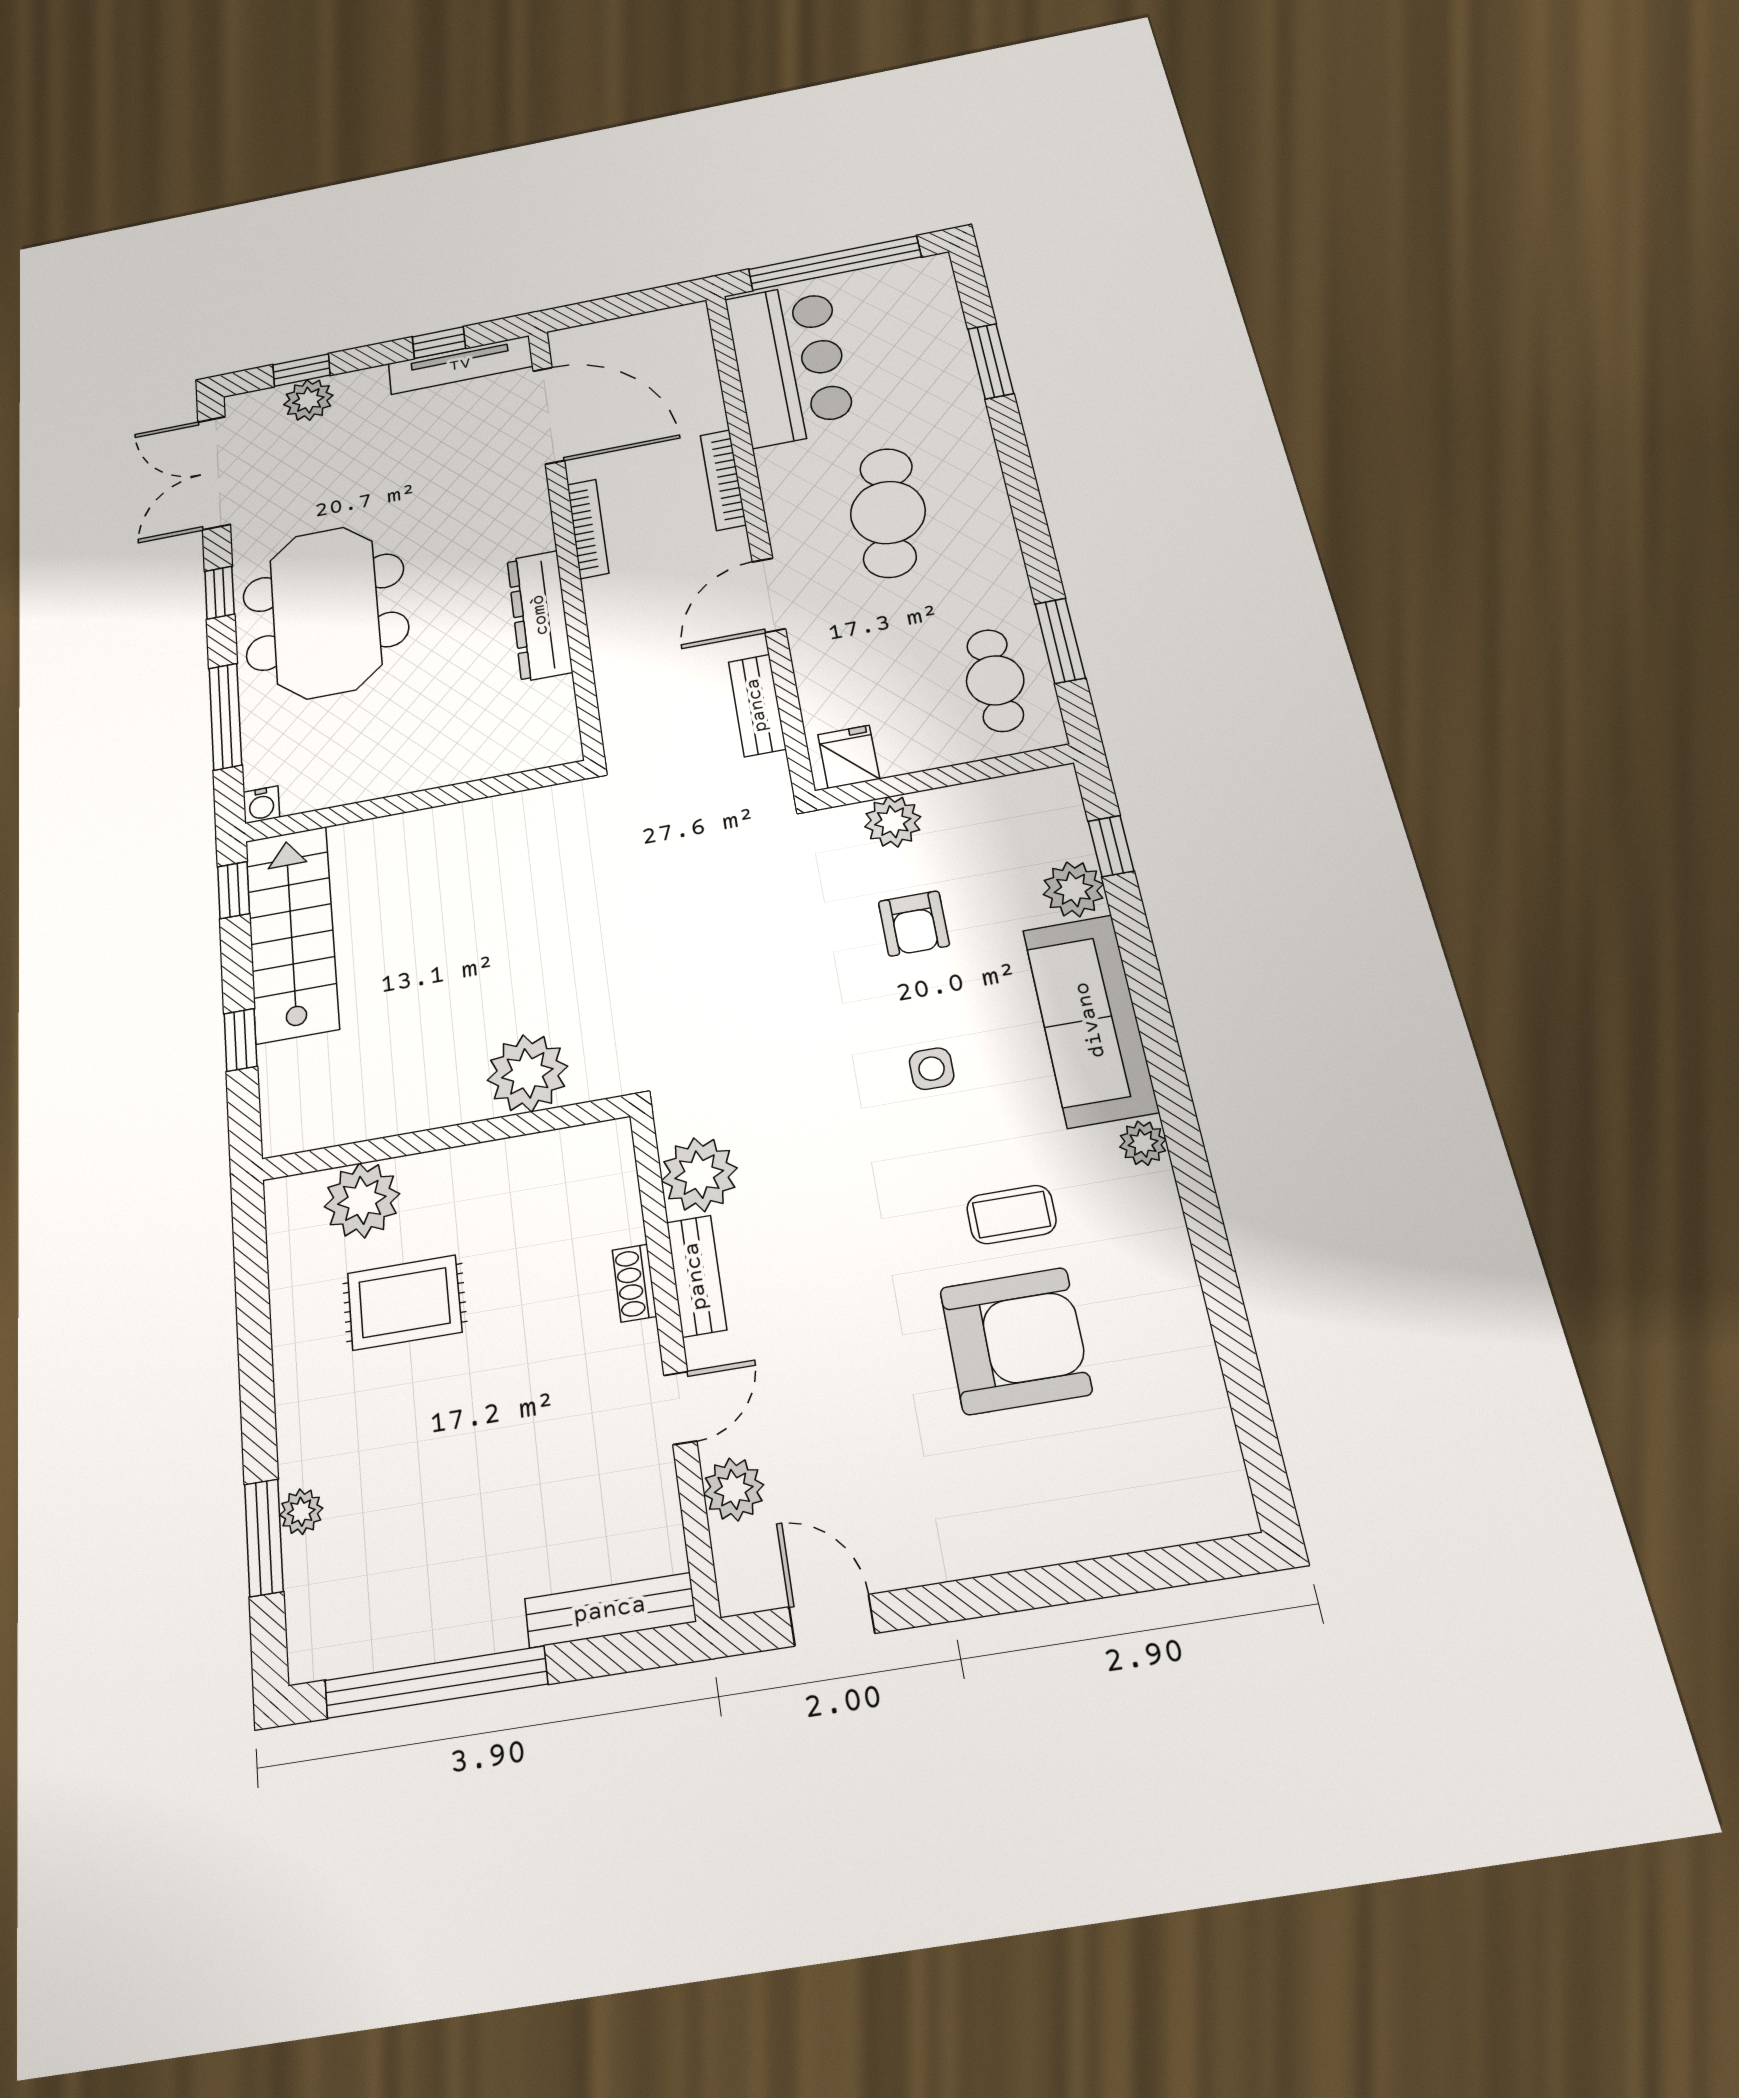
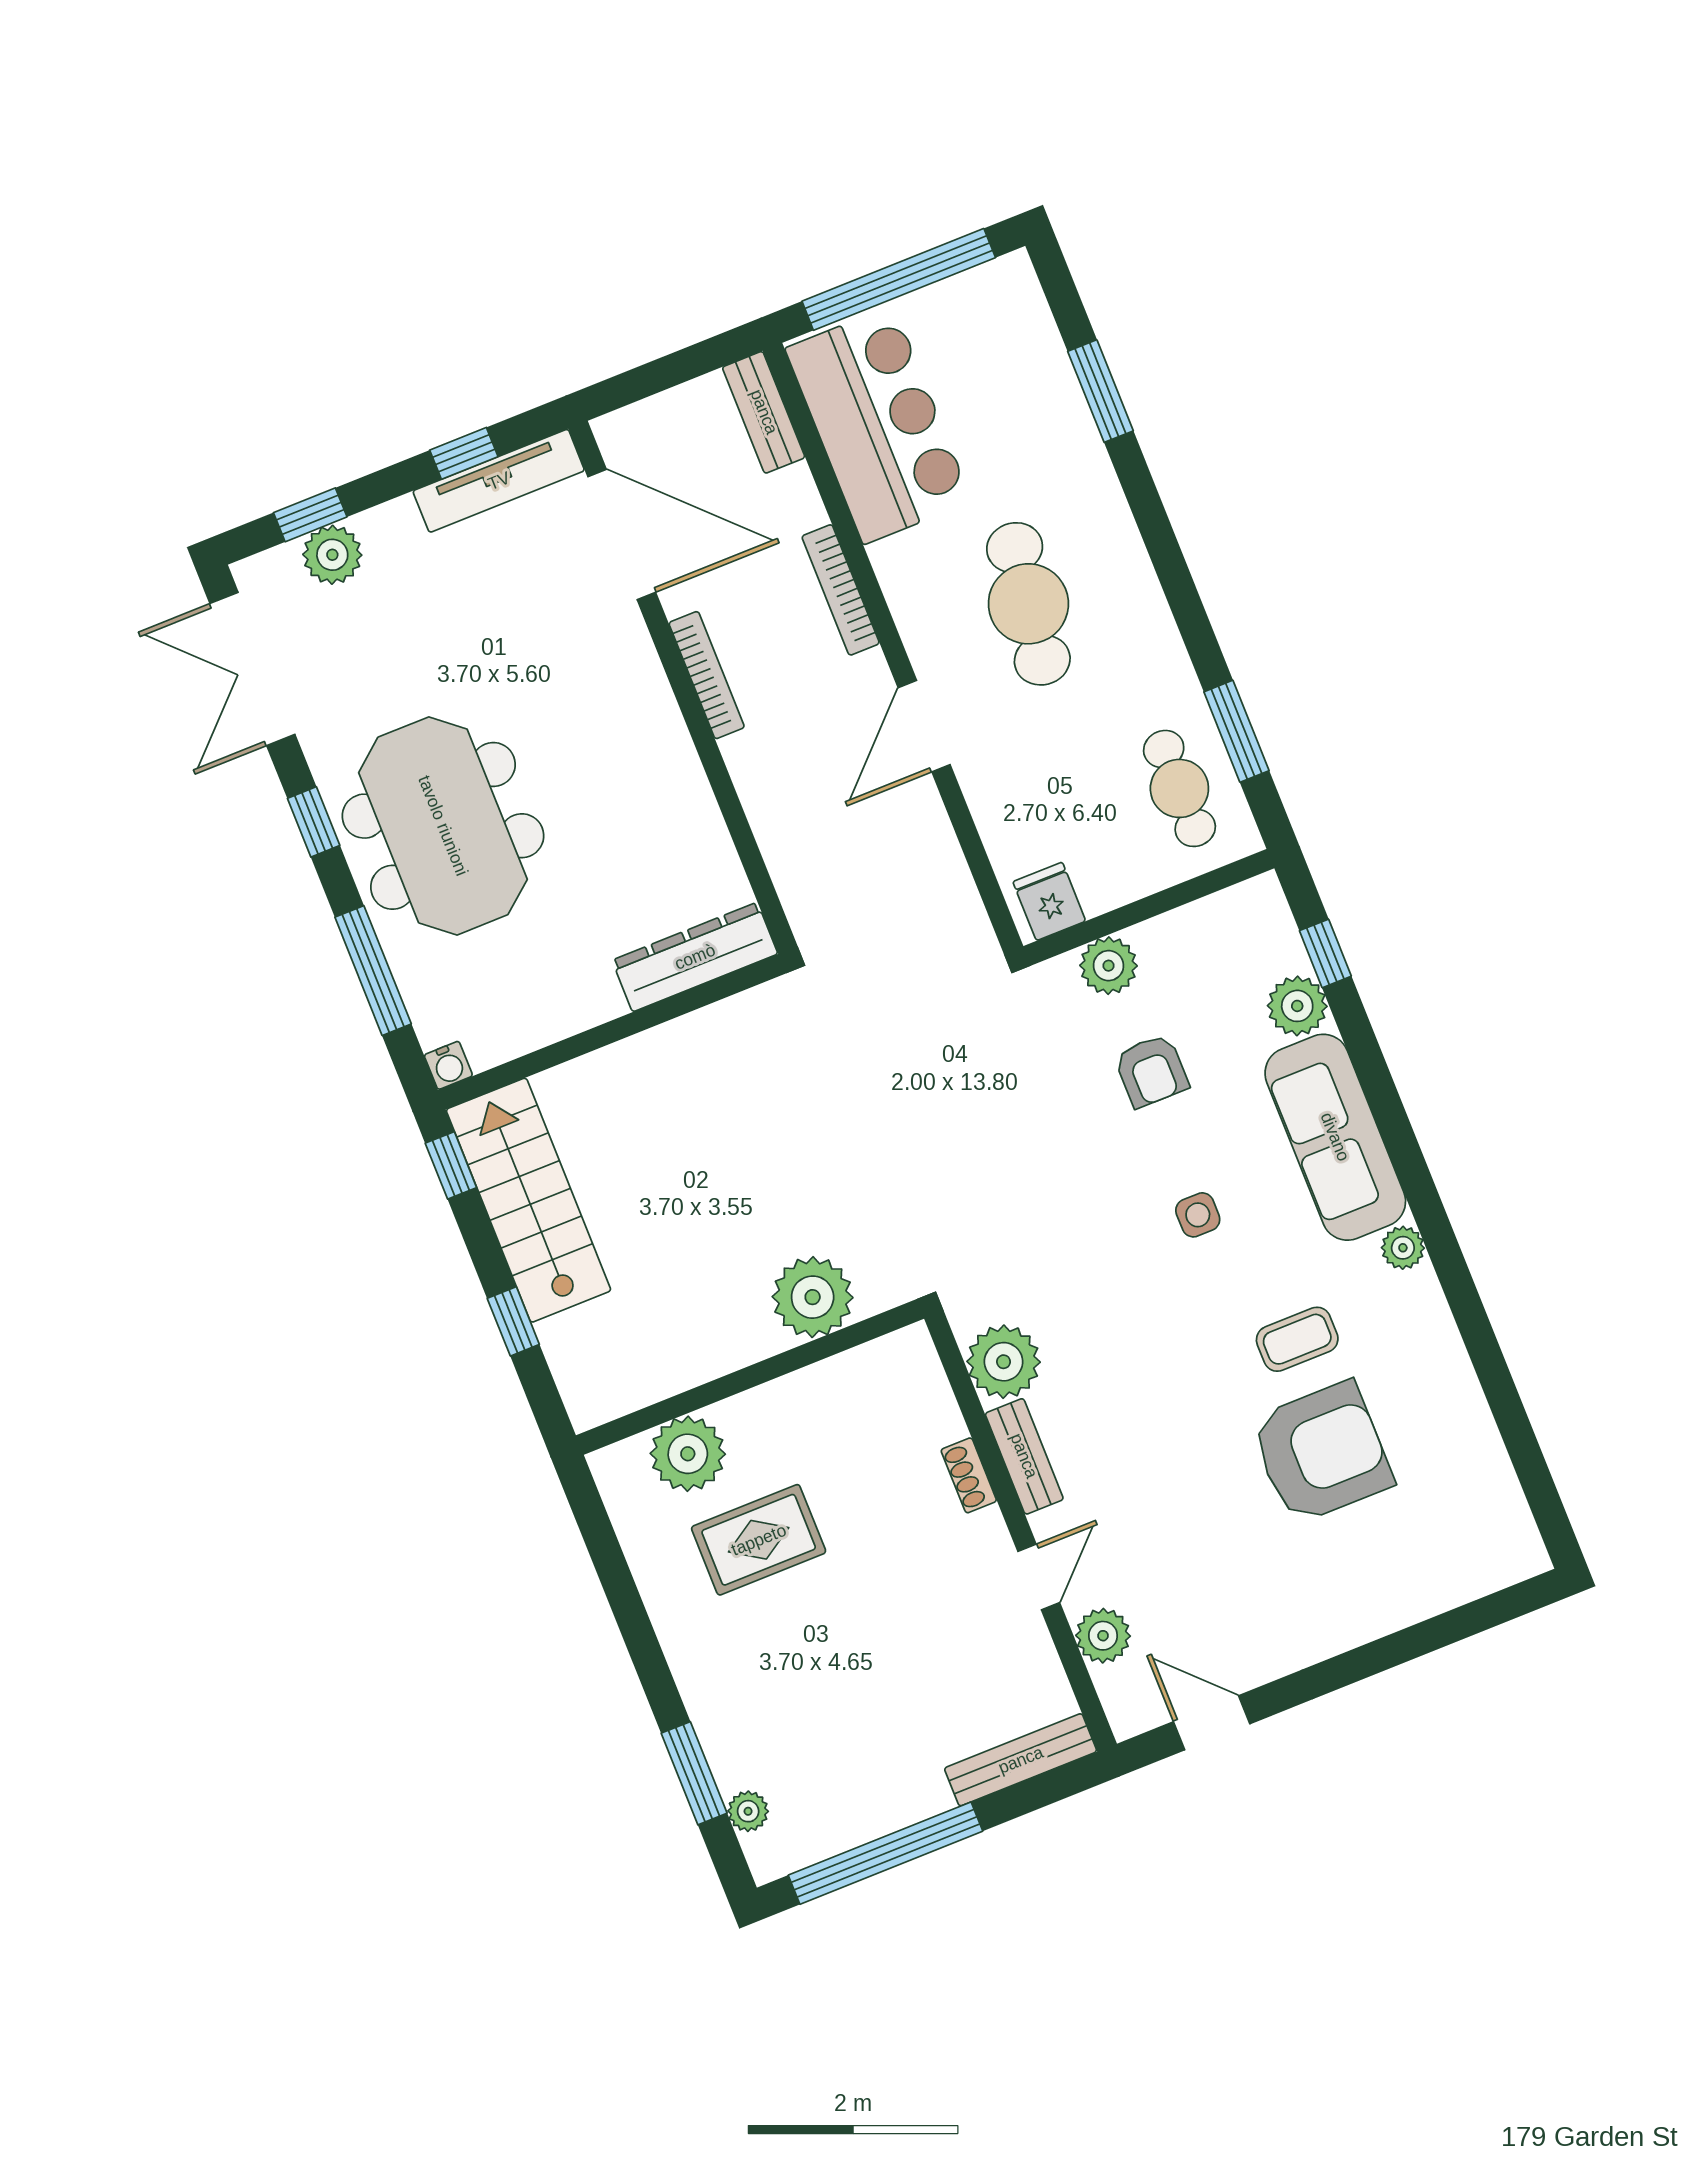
dresser: (540, 615) -> (695, 957), moved, turned 90
bench: (757, 705) -> (764, 412), moved
plant: (301, 1512) -> (748, 1811), moved

